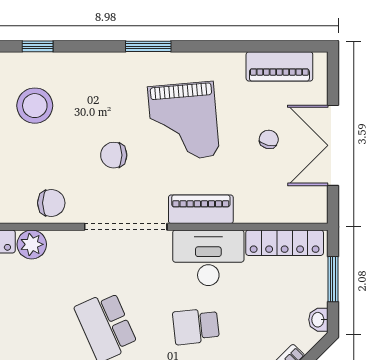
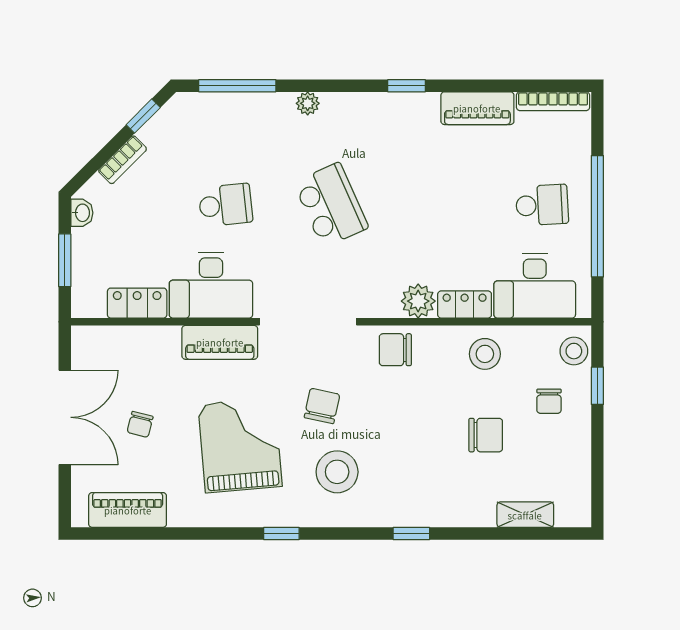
window: (148, 46) -> (281, 533), width x0.67
stool: (35, 106) -> (337, 472), moved
chair: (114, 155) -> (322, 406), turned -78
locker: (285, 243) -> (137, 303), width x0.66

